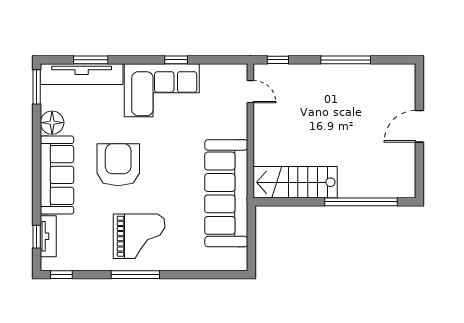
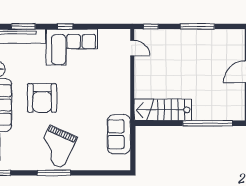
window: (176, 60) -> (65, 26), moved
armchair: (118, 165) -> (42, 98), turned 180
sofa: (226, 193) -> (119, 134), width x0.54, depth x0.79
grand piano: (139, 236) -> (56, 147), turned 115

